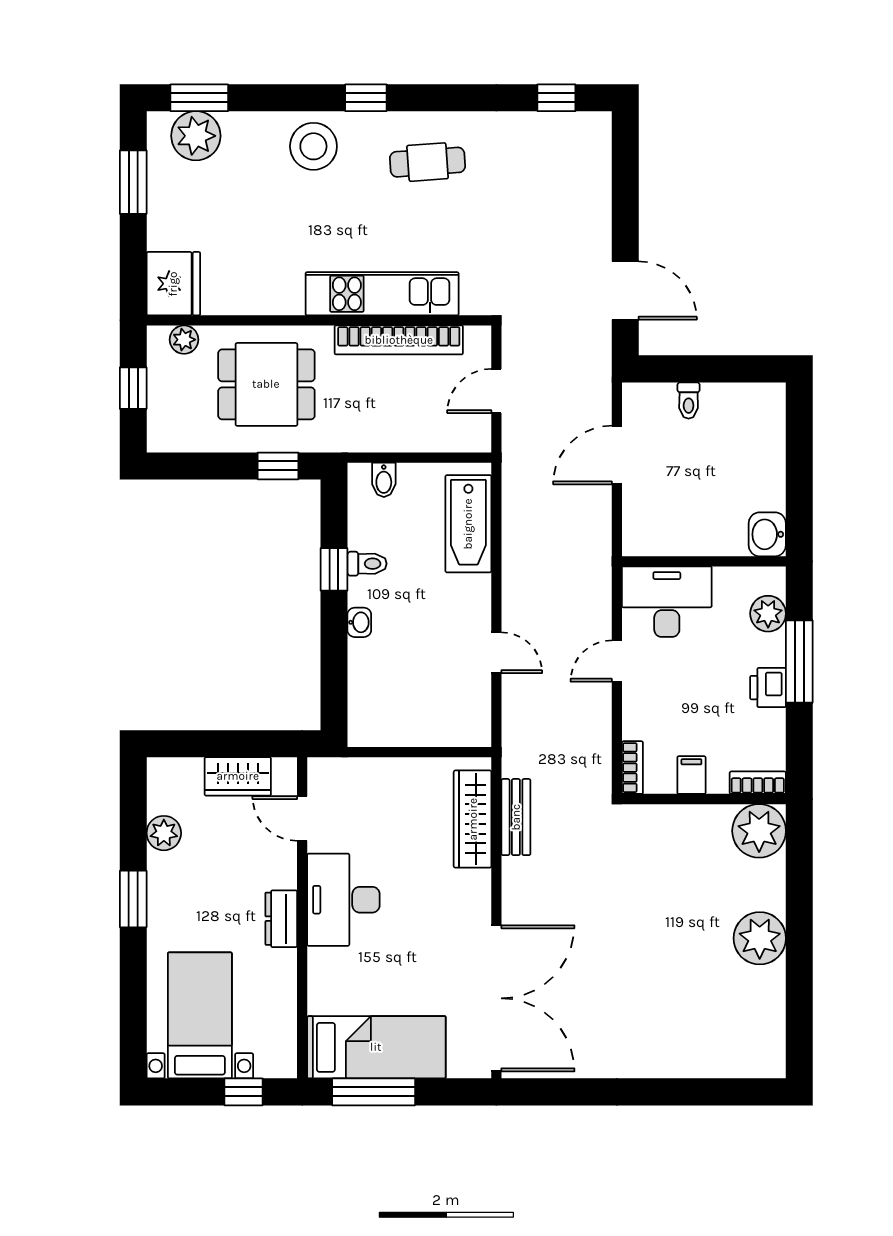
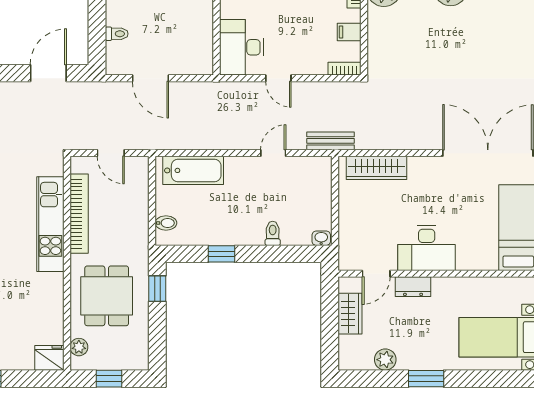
fridge: (173, 284) -> (49, 358), width x0.73, depth x0.75
toilet: (367, 564) -> (273, 233), moved
washbasin: (359, 622) -> (321, 238), moved
bench: (516, 817) -> (331, 141), moved
dresser: (281, 919) -> (413, 287), moved

